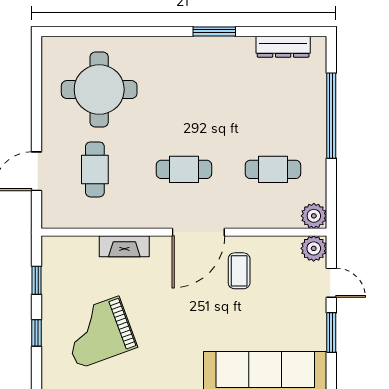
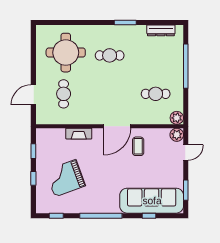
cafe table: (184, 169) -> (110, 55), moved
door: (331, 283) -> (186, 152), hinge flipped
window: (331, 333) -> (186, 190), moved

